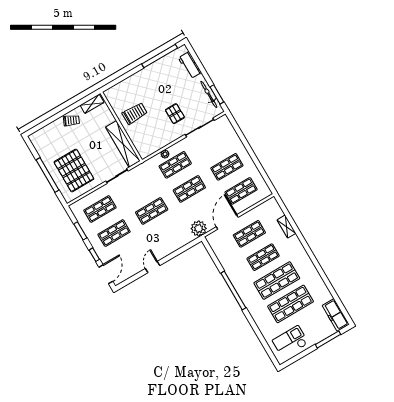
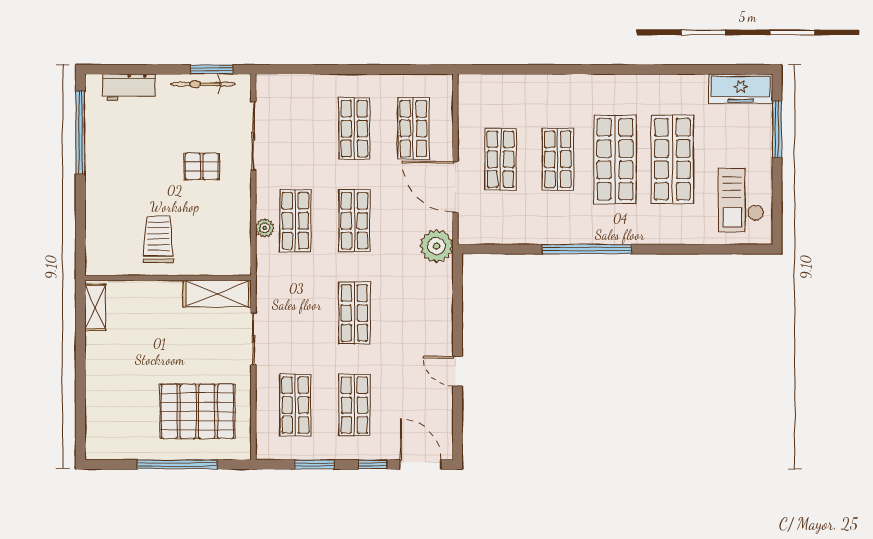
trolley: (71, 120) -> (103, 363), removed
shelving: (123, 144) -> (217, 294), width x0.68
shelving: (286, 227) -> (527, 84), removed

